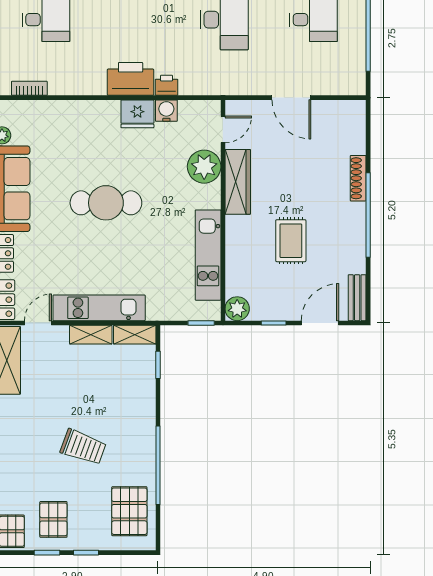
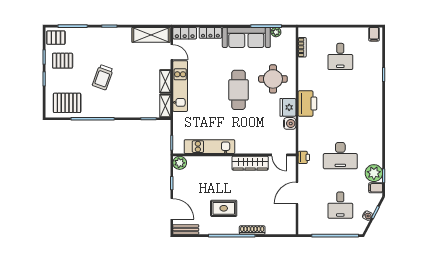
printer: (167, 85) -> (304, 157), moved
round table: (86, 141) -> (273, 79), added
plant: (204, 167) -> (259, 144), removed
rug: (291, 241) -> (224, 208), moved

